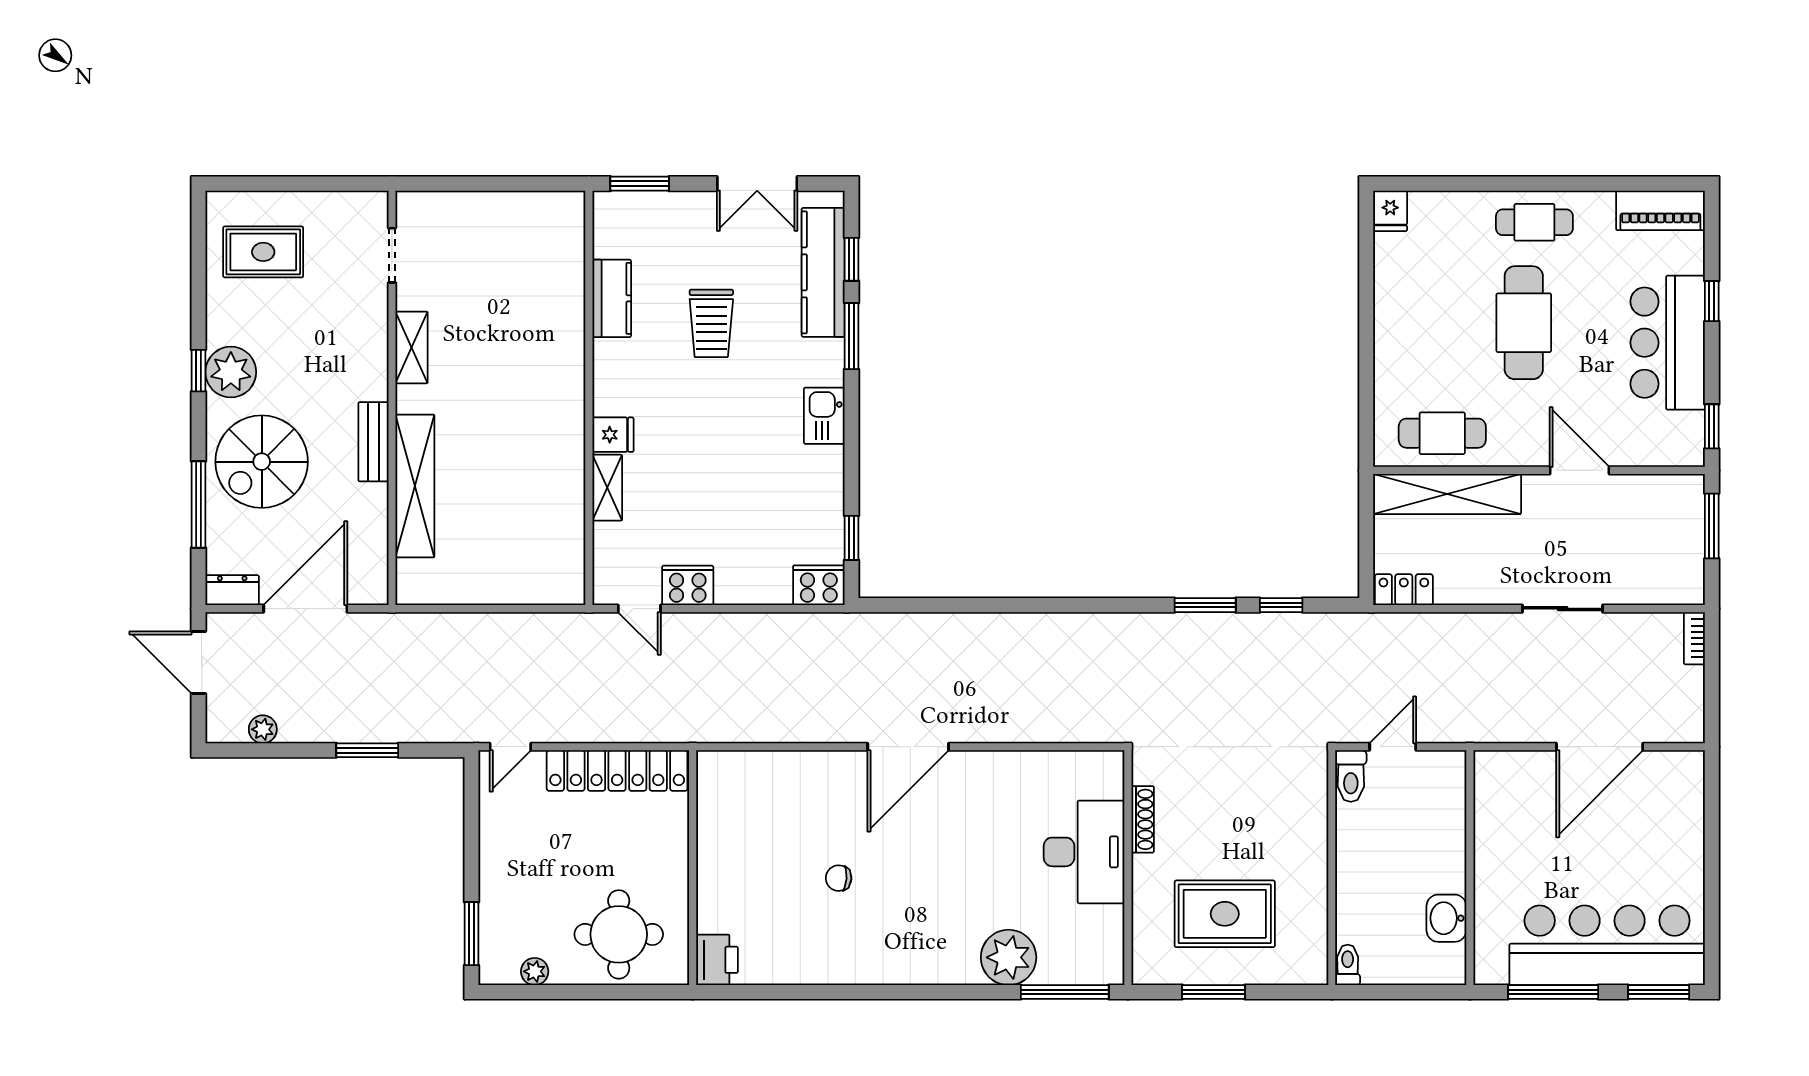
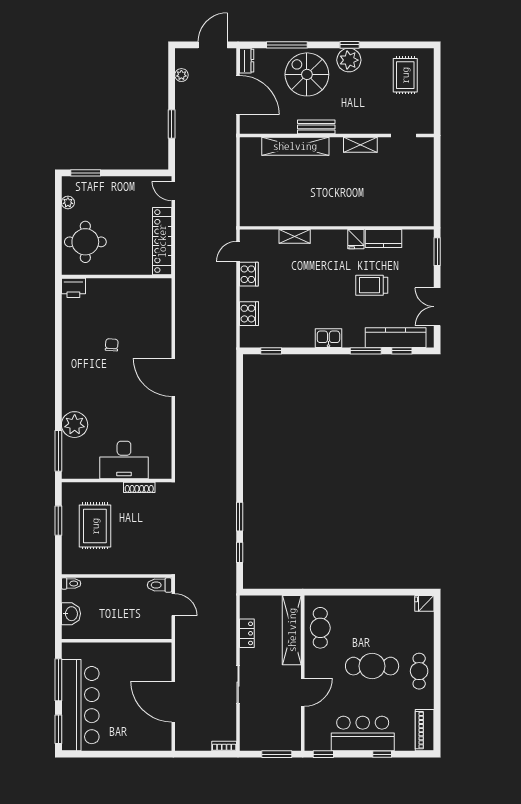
fridge: (613, 435) -> (356, 239), moved
cooker: (819, 585) -> (249, 314), moved
locker: (1404, 590) -> (247, 633), moved
washbasin: (1446, 918) -> (71, 614), moved, turned 90

